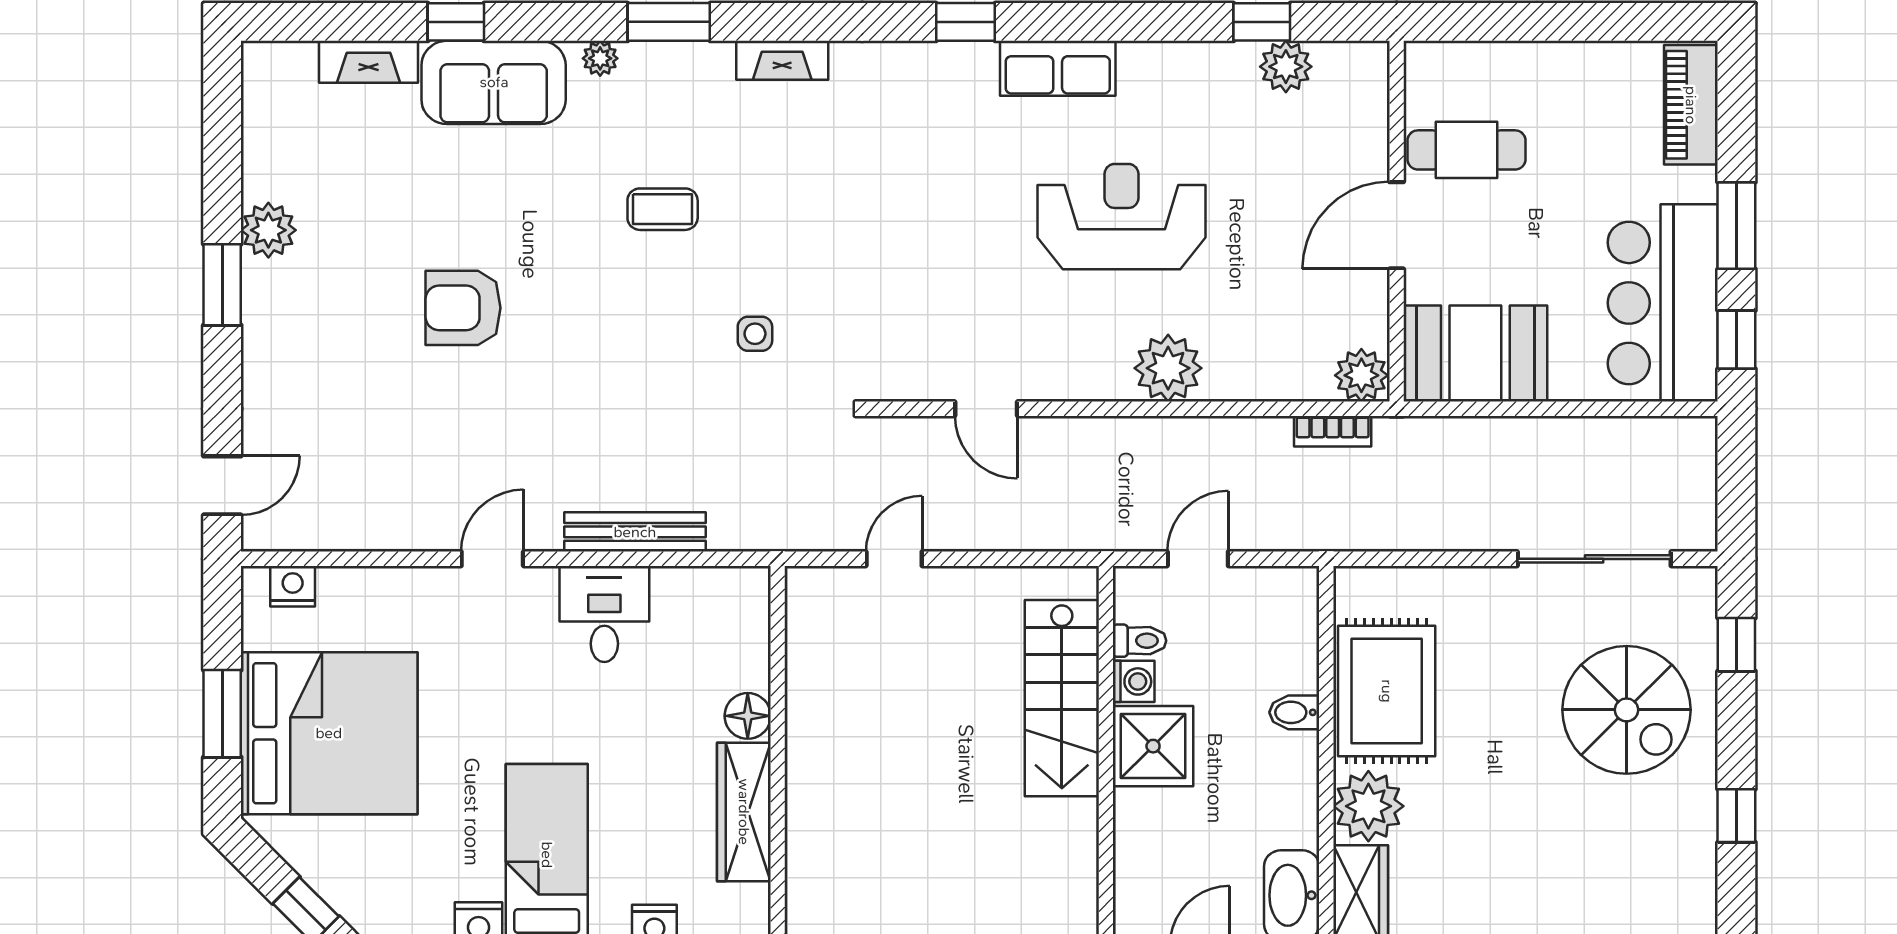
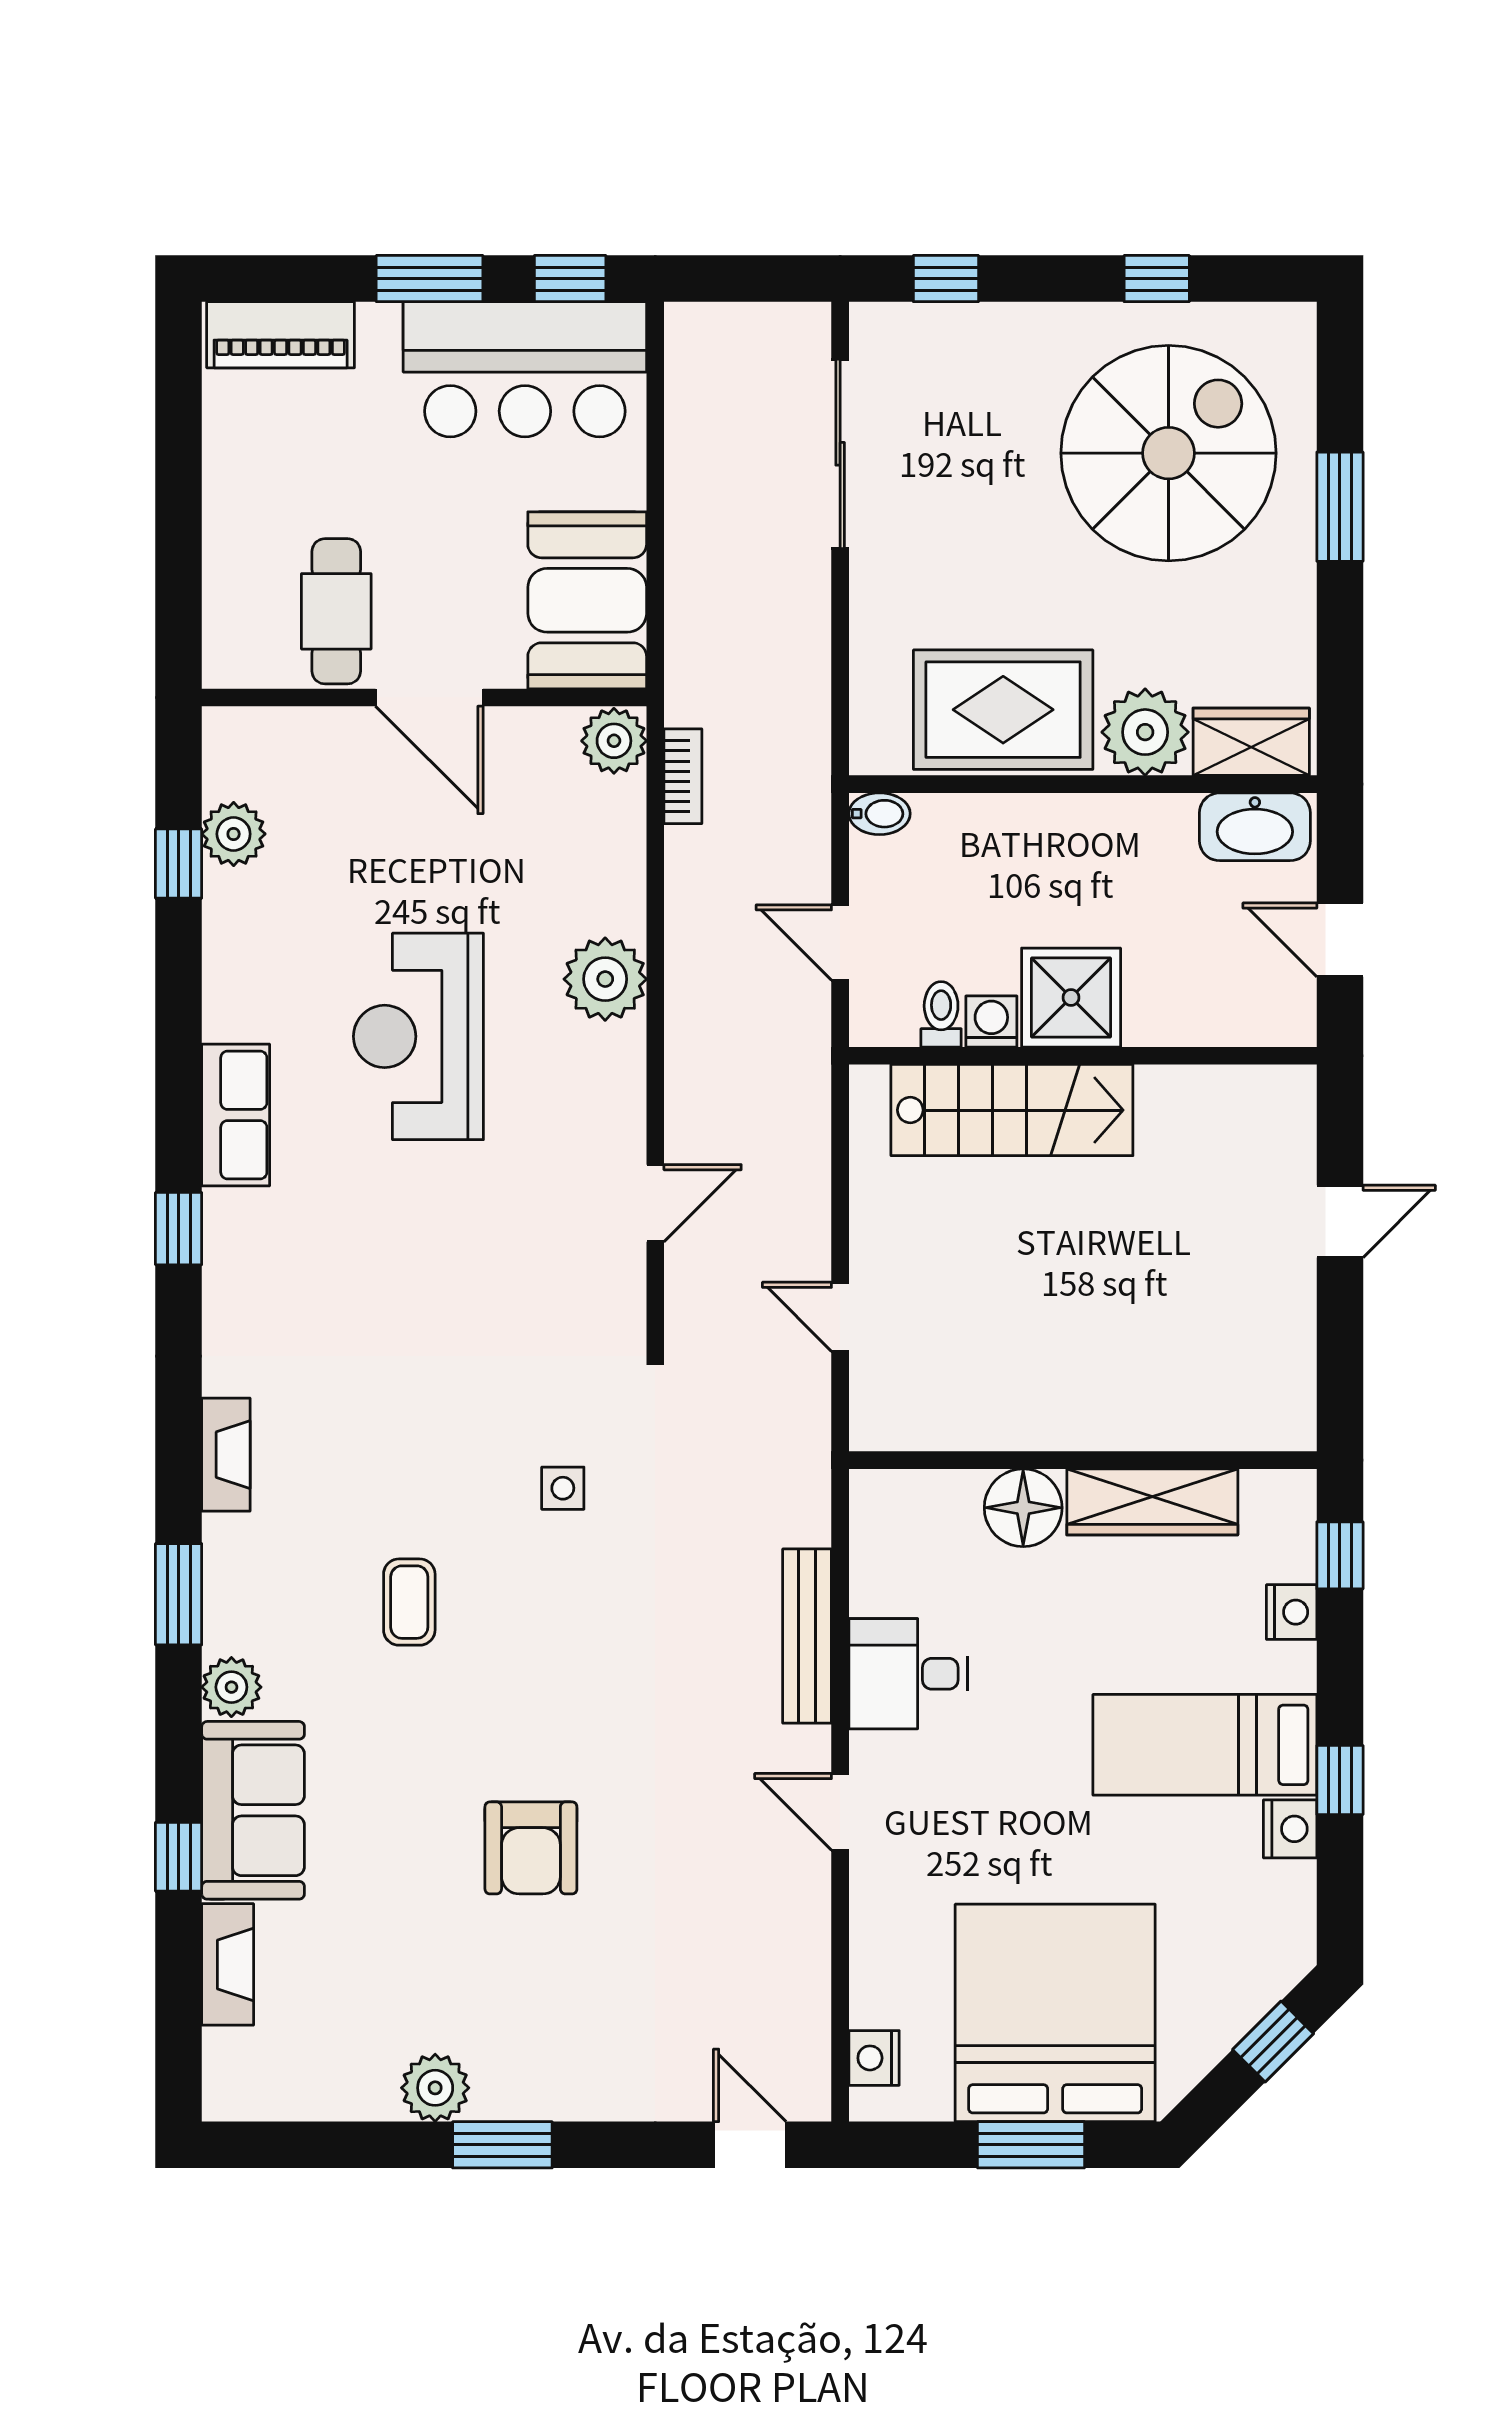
plant: (600, 58) -> (231, 1687), width x1.38, depth x1.38
spiral stairs: (1626, 710) -> (1169, 453), moved, width x1.37, depth x1.37
bidet: (1294, 712) -> (880, 814), moved, turned -90
floor lamp: (748, 716) -> (1023, 1508), width x1.38, depth x1.38

